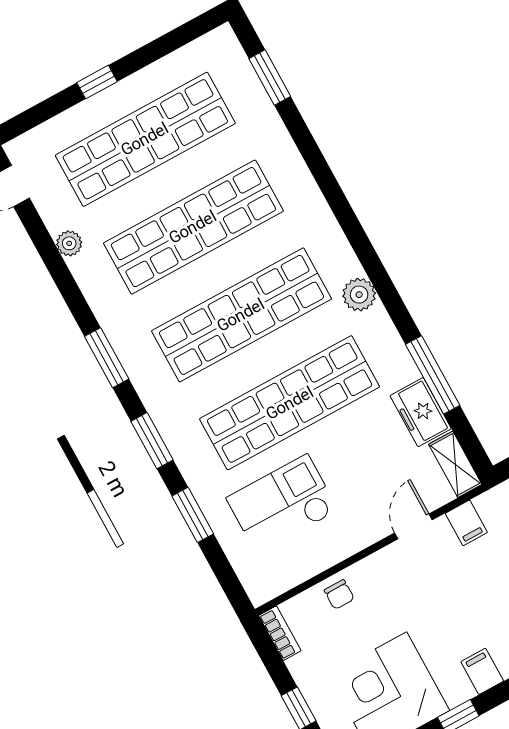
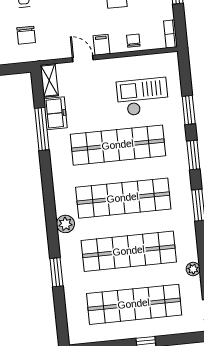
window: (270, 77) -> (56, 272), moved
plant: (359, 295) -> (65, 224), moved
checkout: (282, 504) -> (143, 97), turned 180
filing cabinet: (466, 523) -> (102, 45), moved
door: (413, 526) -> (83, 59), swing flipped

